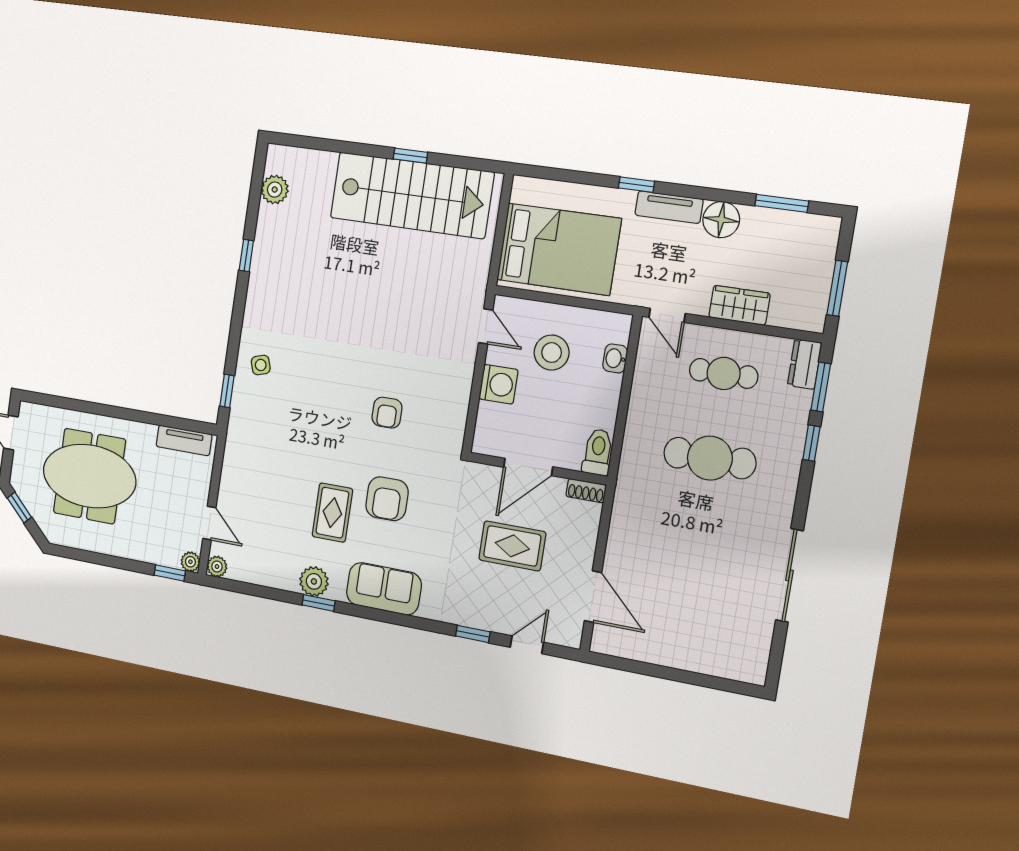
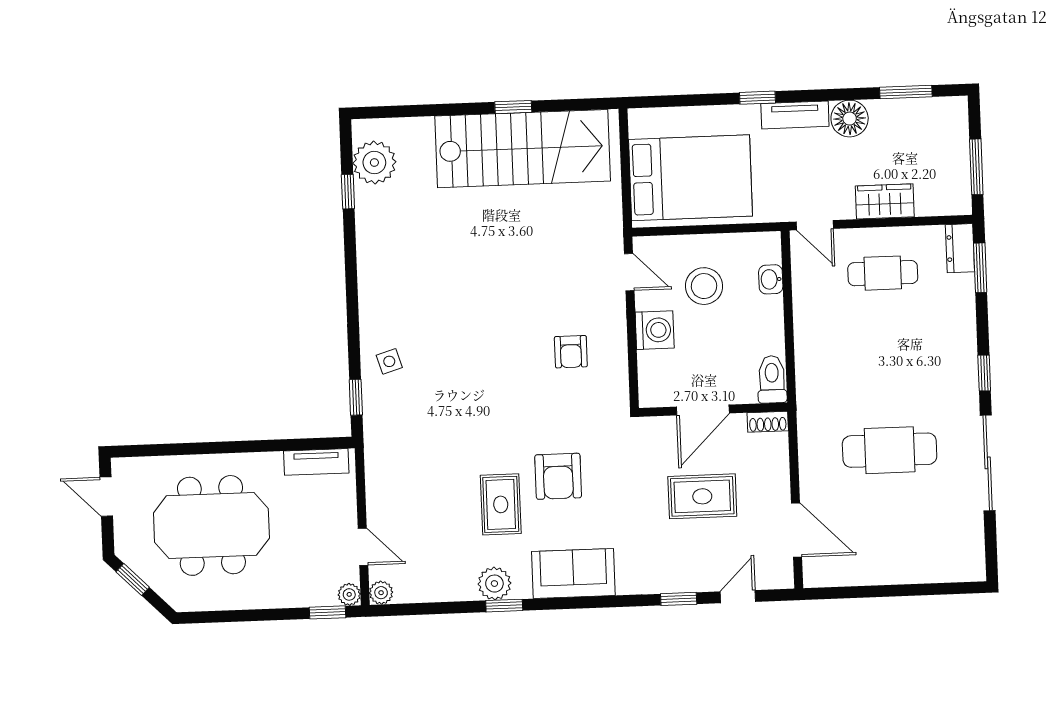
plant: (275, 190) -> (374, 163), width x1.36, depth x1.36
window: (246, 256) -> (348, 192), moved
armchair: (387, 413) -> (571, 352), moved
window: (811, 443) -> (984, 373), moved
cafe table: (710, 458) -> (890, 450), moved

